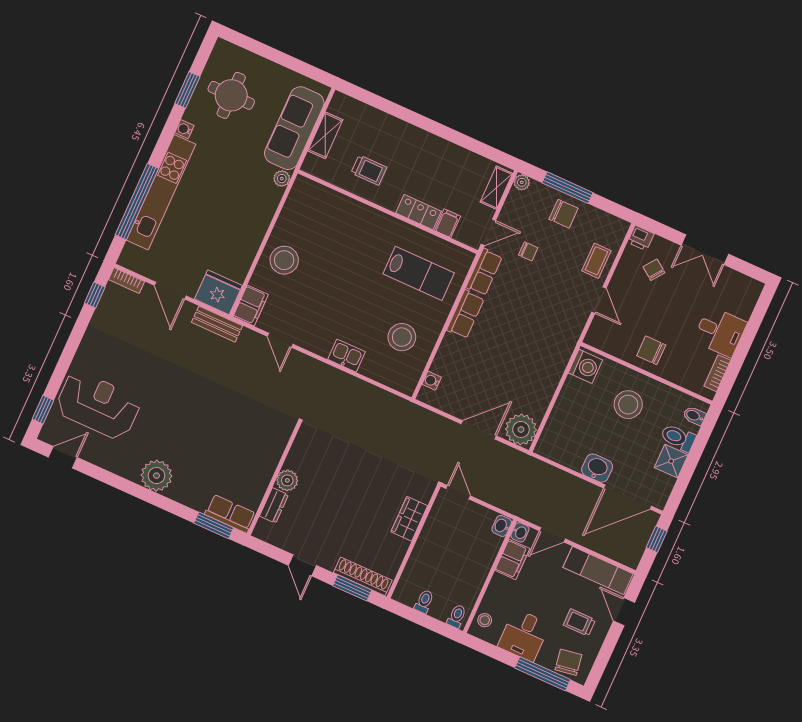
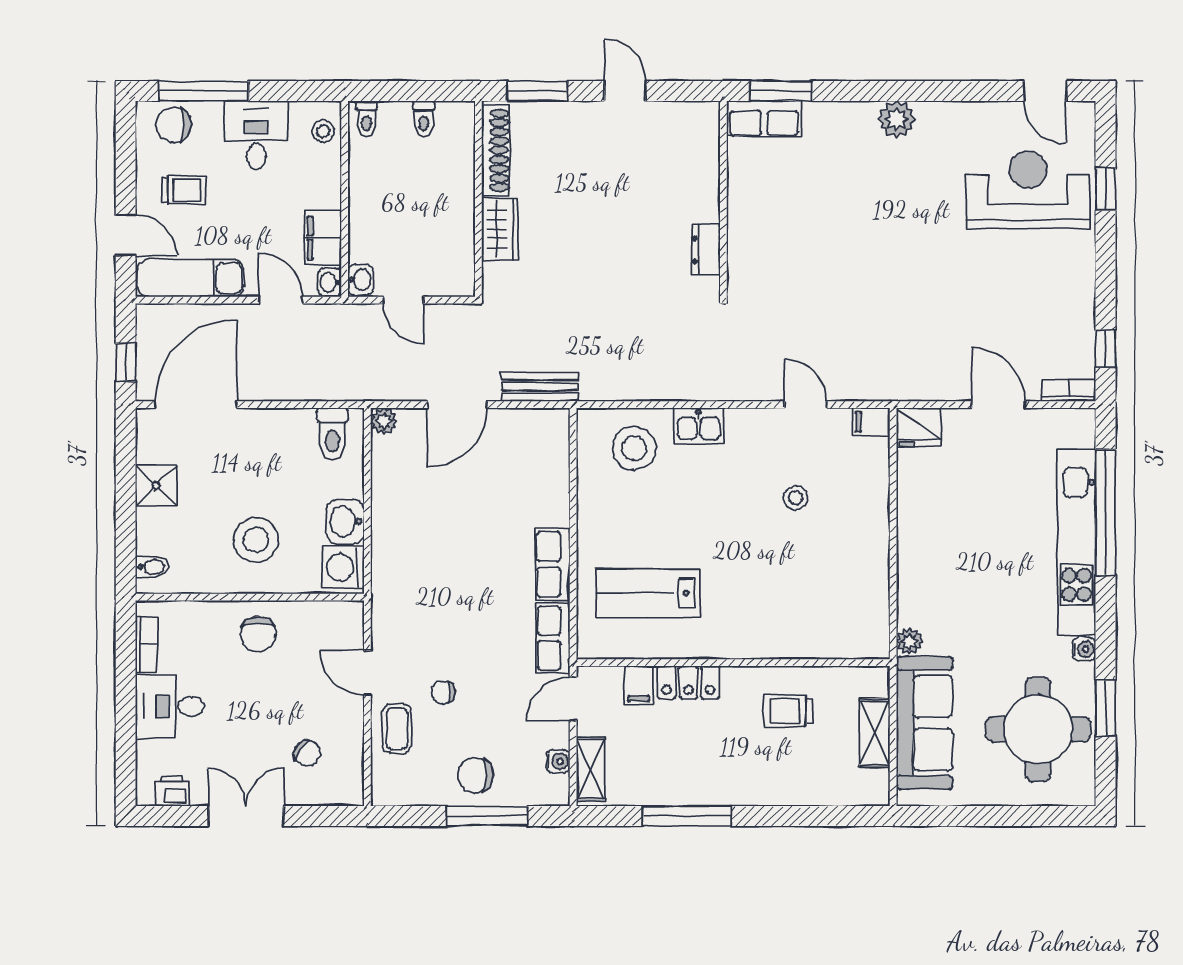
round table: (231, 95) -> (1038, 729), width x1.36, depth x1.36
window: (454, 136) -> (687, 816), added
plant: (522, 182) -> (557, 794), removed
printer: (641, 238) -> (172, 791), moved
chair: (528, 251) -> (443, 693), moved
stool: (284, 260) -> (796, 498), moved, width x0.53, depth x0.53
fridge: (218, 292) -> (919, 427), width x0.73, depth x0.75
filing cabinet: (251, 306) -> (871, 422), width x0.50
bench: (217, 324) -> (540, 387), moved
stool: (402, 337) -> (634, 448), moved
chair: (651, 350) -> (258, 634), turned 90
water cooler: (432, 381) -> (558, 761), moved
reception desk: (98, 405) -> (1028, 190), turned 180
window: (43, 410) -> (1105, 189), moved
plant: (521, 429) -> (384, 421), width x0.53, depth x0.53
toilet: (678, 438) -> (332, 434), moved, turned 90
door: (63, 457) -> (1045, 91), hinge flipped
washbasin: (597, 468) -> (345, 521), moved, turned 90
plant: (157, 476) -> (897, 119), width x0.73, depth x0.73
plant: (287, 480) -> (703, 205), removed
door: (458, 492) -> (403, 300), moved
dresser: (274, 505) -> (706, 250), moved
door: (552, 535) -> (281, 300), hinge flipped
shoe rack: (363, 576) -> (496, 150), moved, turned -90
chair: (568, 662) -> (173, 125), turned 99

